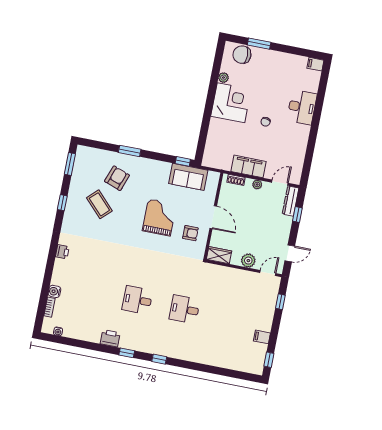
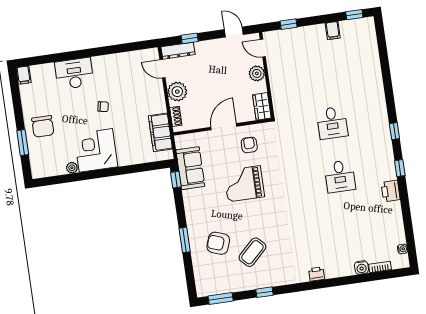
chair: (242, 55) -> (43, 126), moved
filing cabinet: (248, 166) -> (160, 132), moved
plant: (257, 184) -> (177, 92), width x1.88, depth x1.88

